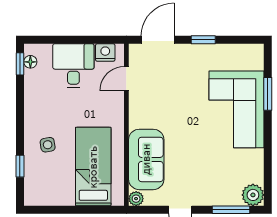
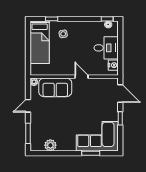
door: (126, 79) -> (82, 77), moved
corner sofa: (236, 109) -> (97, 136), moved
bed: (93, 167) -> (40, 42), moved, turned 90
plant: (253, 195) -> (50, 145), moved

